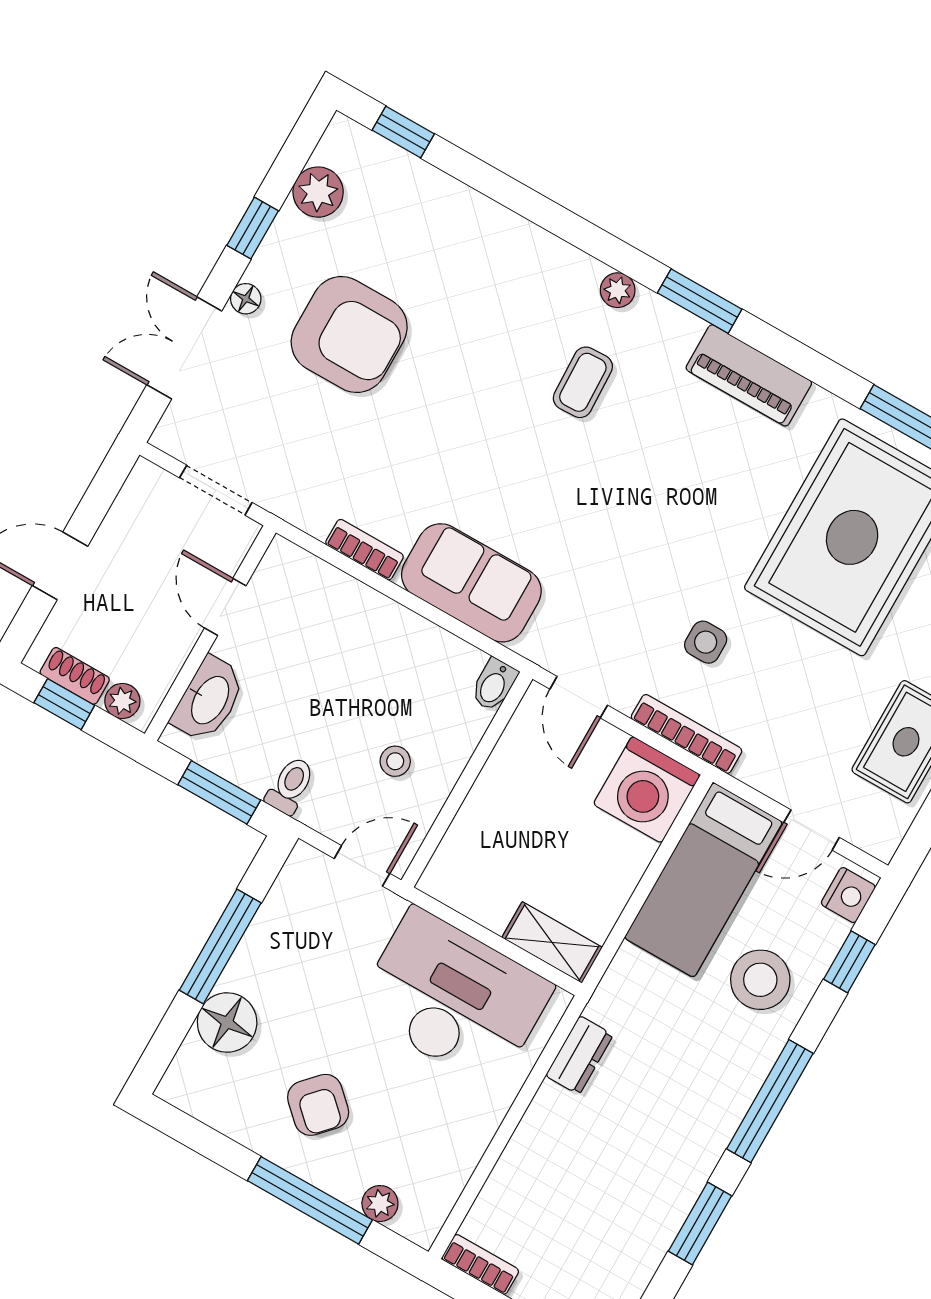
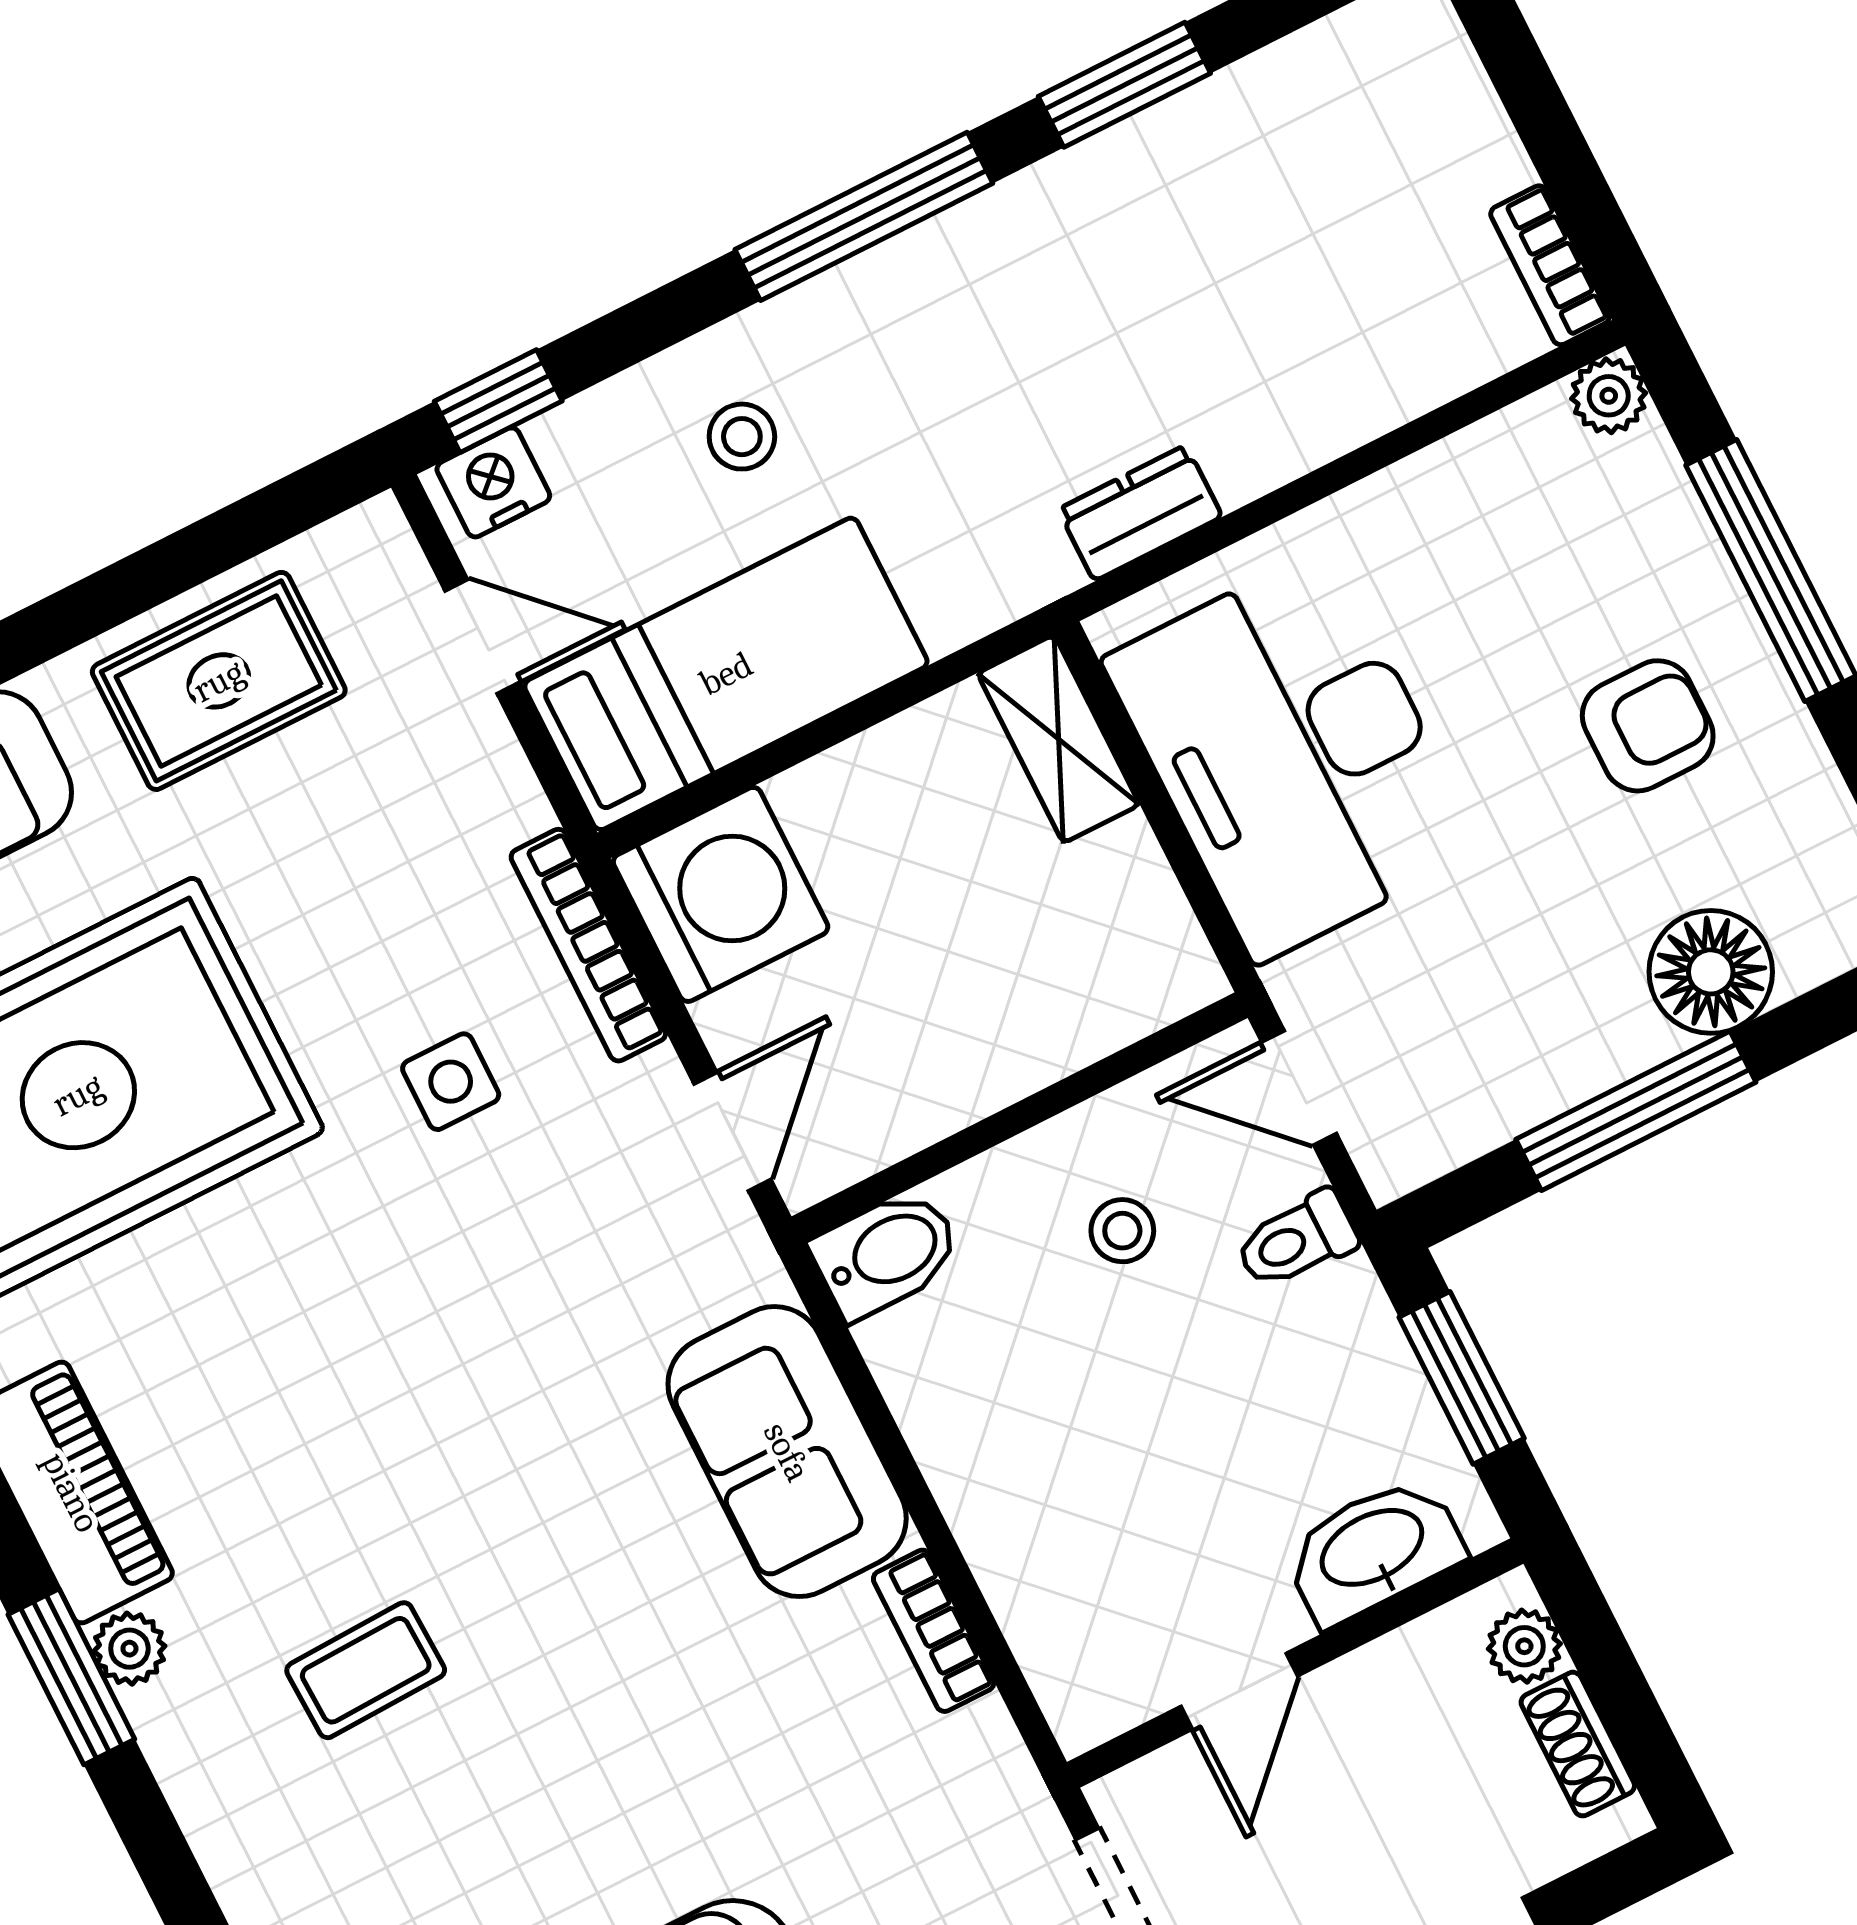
plant: (618, 290) -> (129, 1649), moved
bidet: (494, 685) -> (886, 1253), width x1.38, depth x1.36
window: (64, 704) -> (1628, 1707), removed
toilet: (290, 786) -> (1296, 1240), moved
window: (849, 962) -> (498, 401), moved
stool: (760, 980) -> (742, 437), width x0.53, depth x0.53
armchair: (318, 1105) -> (1648, 726), turned 47
plant: (380, 1204) -> (1609, 396), moved

